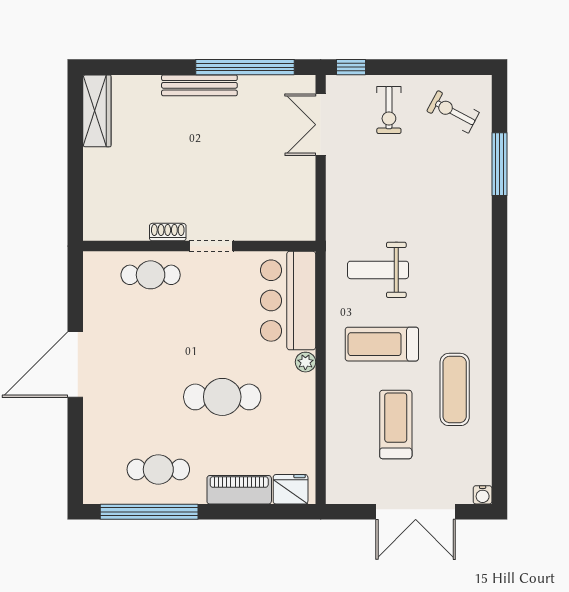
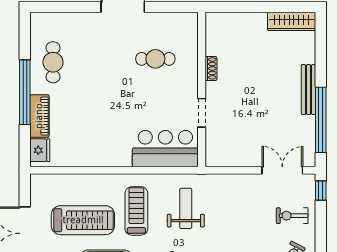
doorway: (211, 246) -> (202, 113), moved
cafe table: (151, 275) -> (155, 59), moved, turned 90
plant: (305, 362) -> (124, 160), removed
cafe table: (222, 397) -> (101, 105), removed
treadmill: (396, 424) -> (83, 220), width x1.37, depth x1.38
window: (149, 512) -> (25, 92), moved

